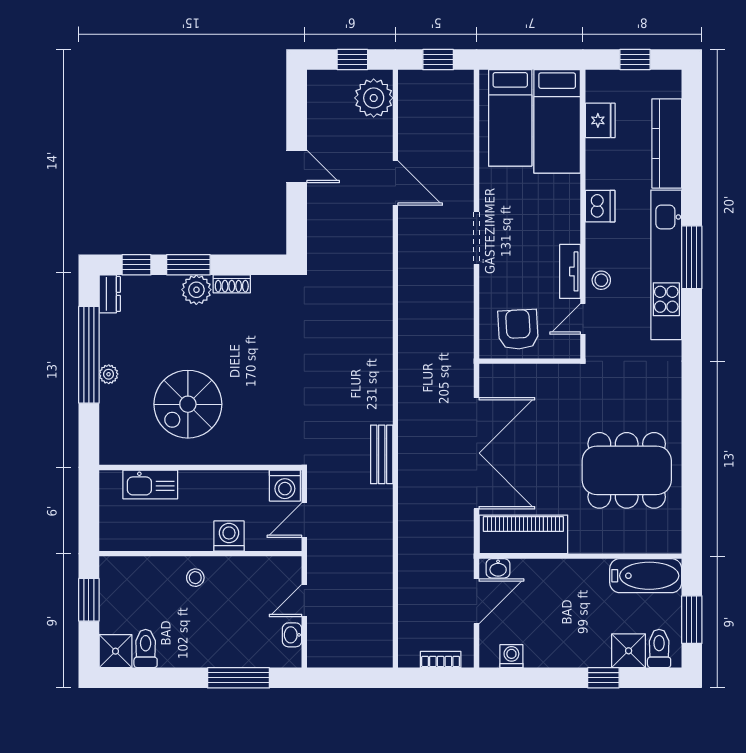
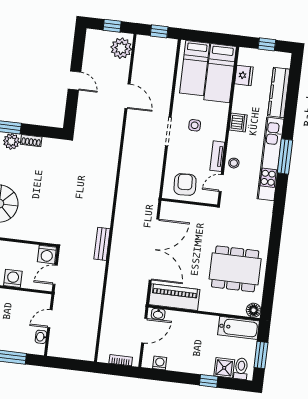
side table: (523, 221) -> (195, 125), added
floor lamp: (669, 541) -> (254, 310), added

